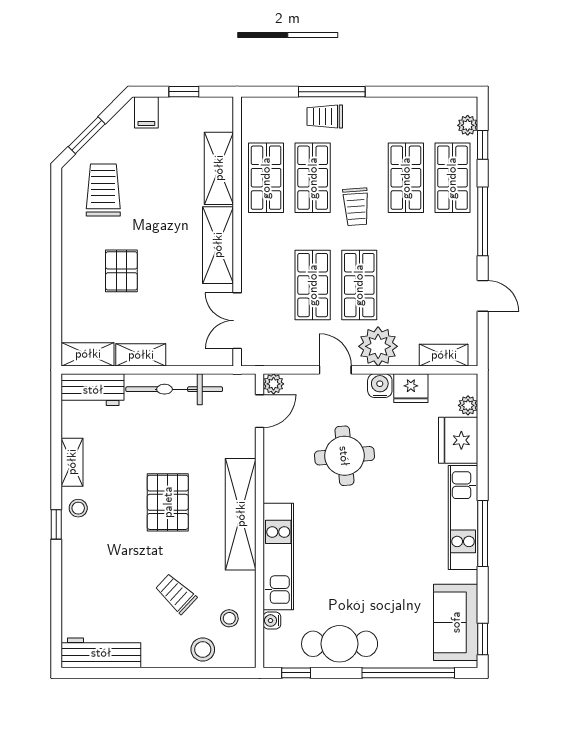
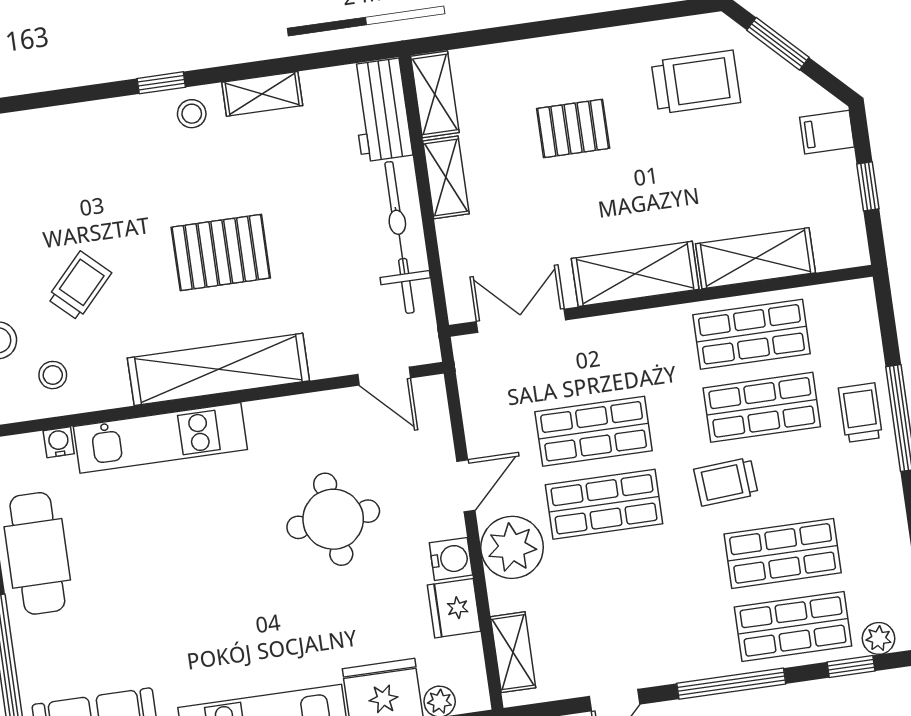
plant: (274, 384) -> (430, 392), removed

